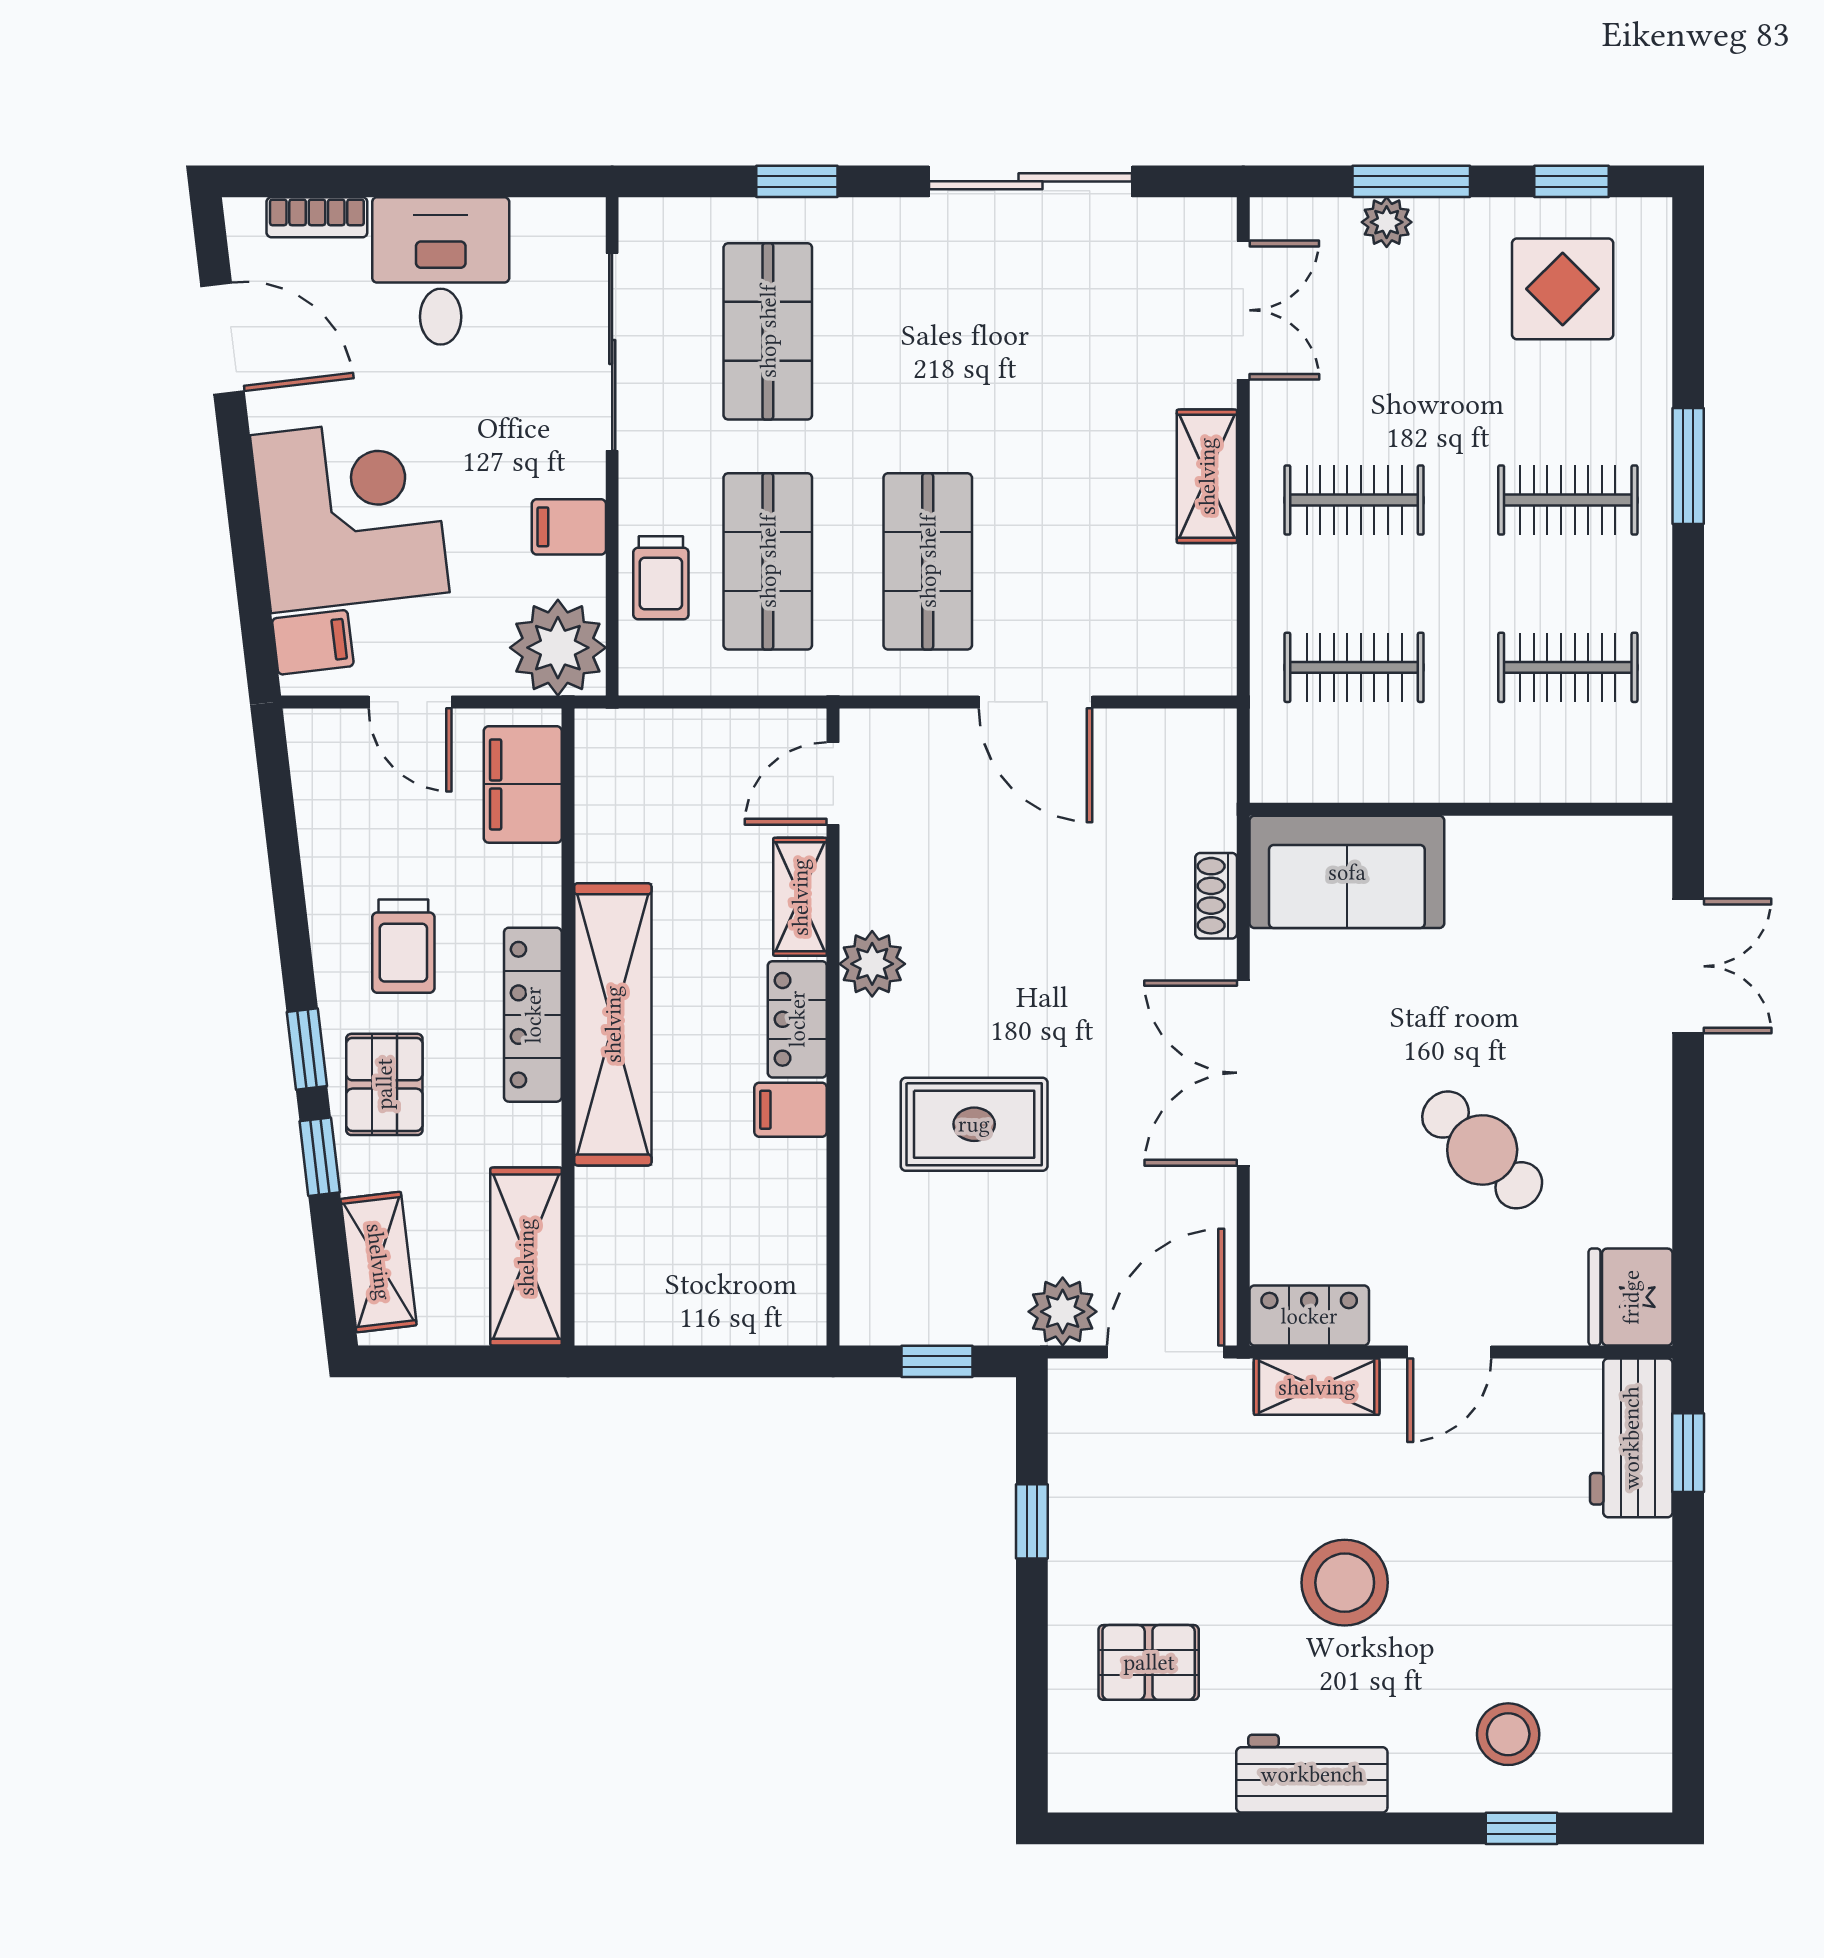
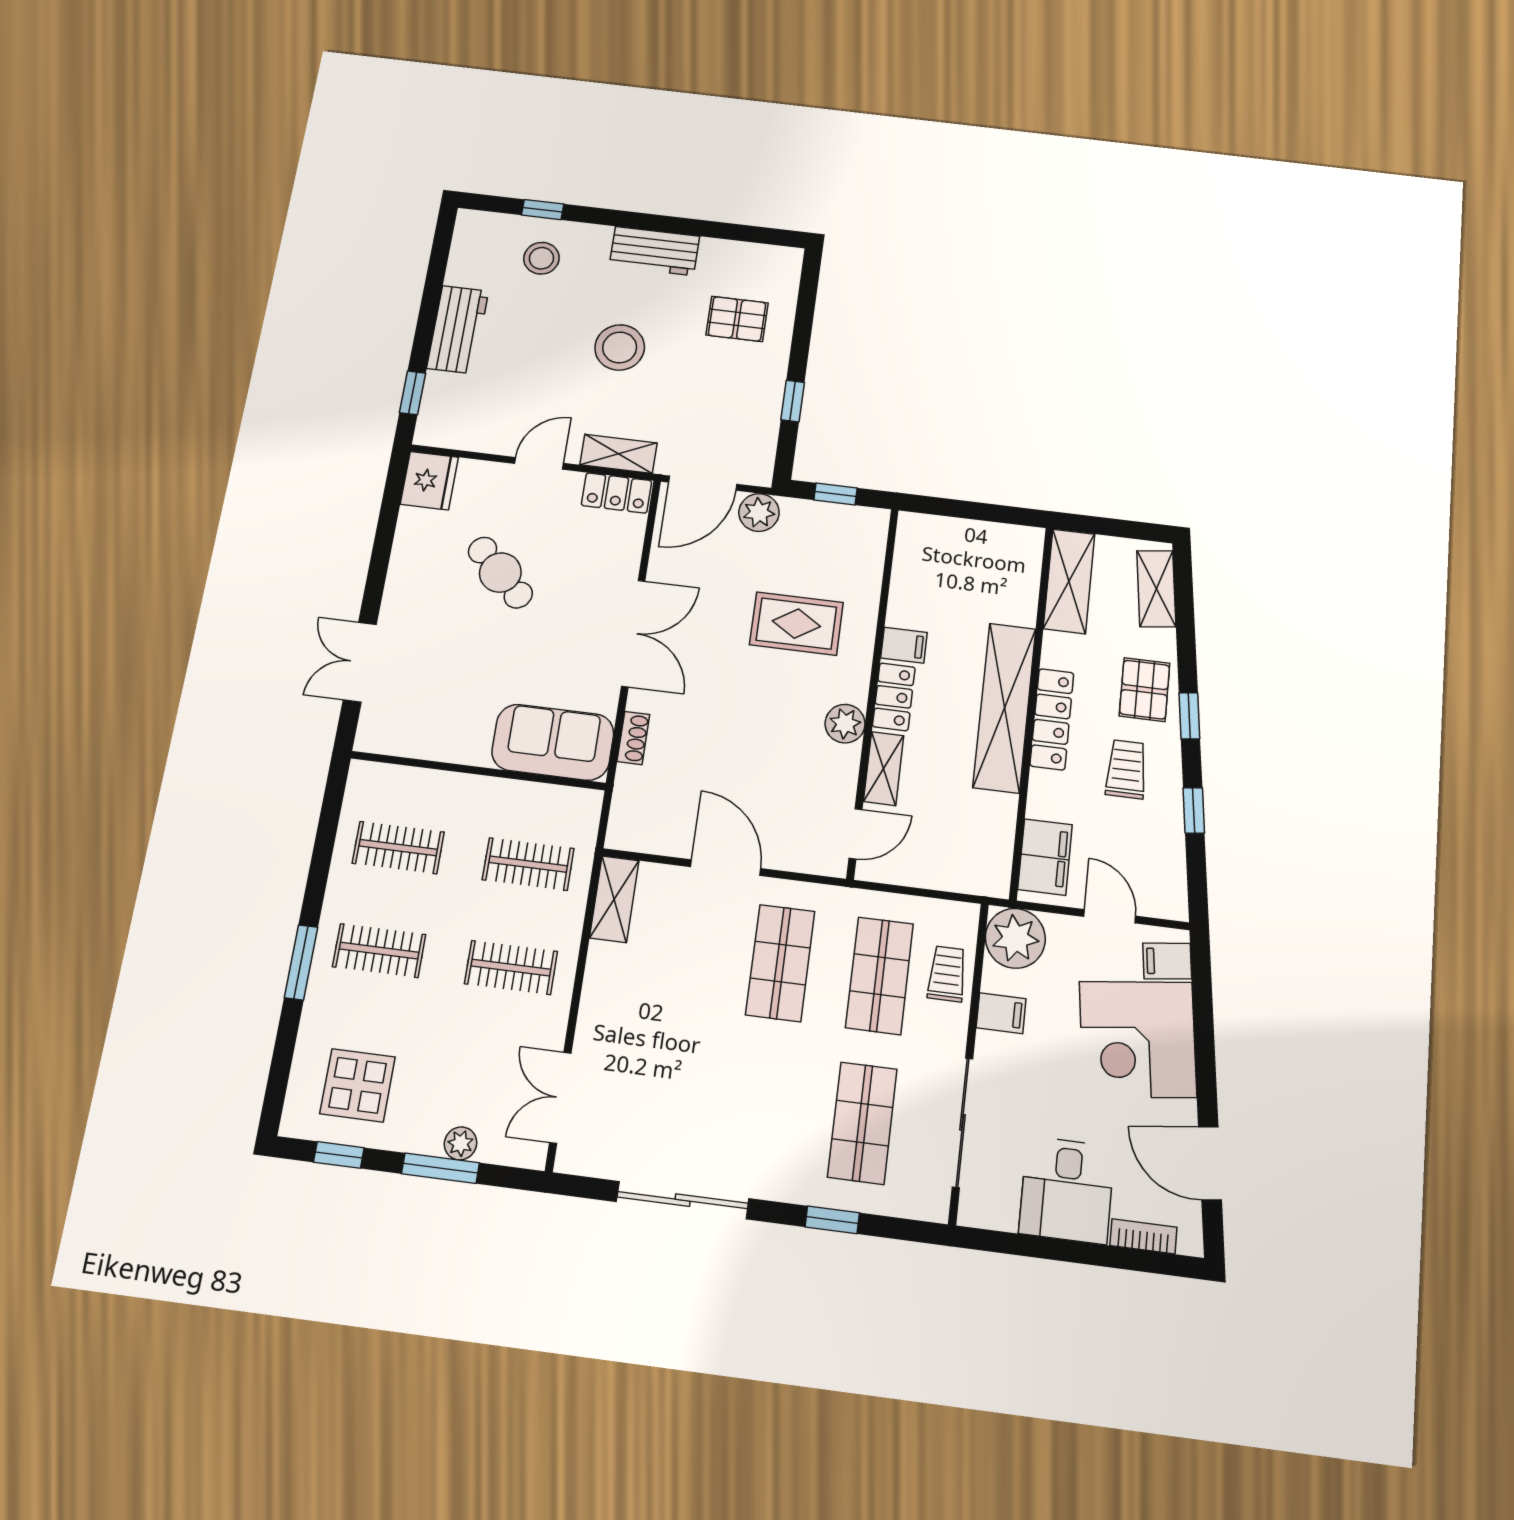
shelving: (1207, 476) -> (614, 899), moved
window: (320, 1157) -> (1194, 810), moved
workbench: (1631, 1438) -> (458, 330), moved

